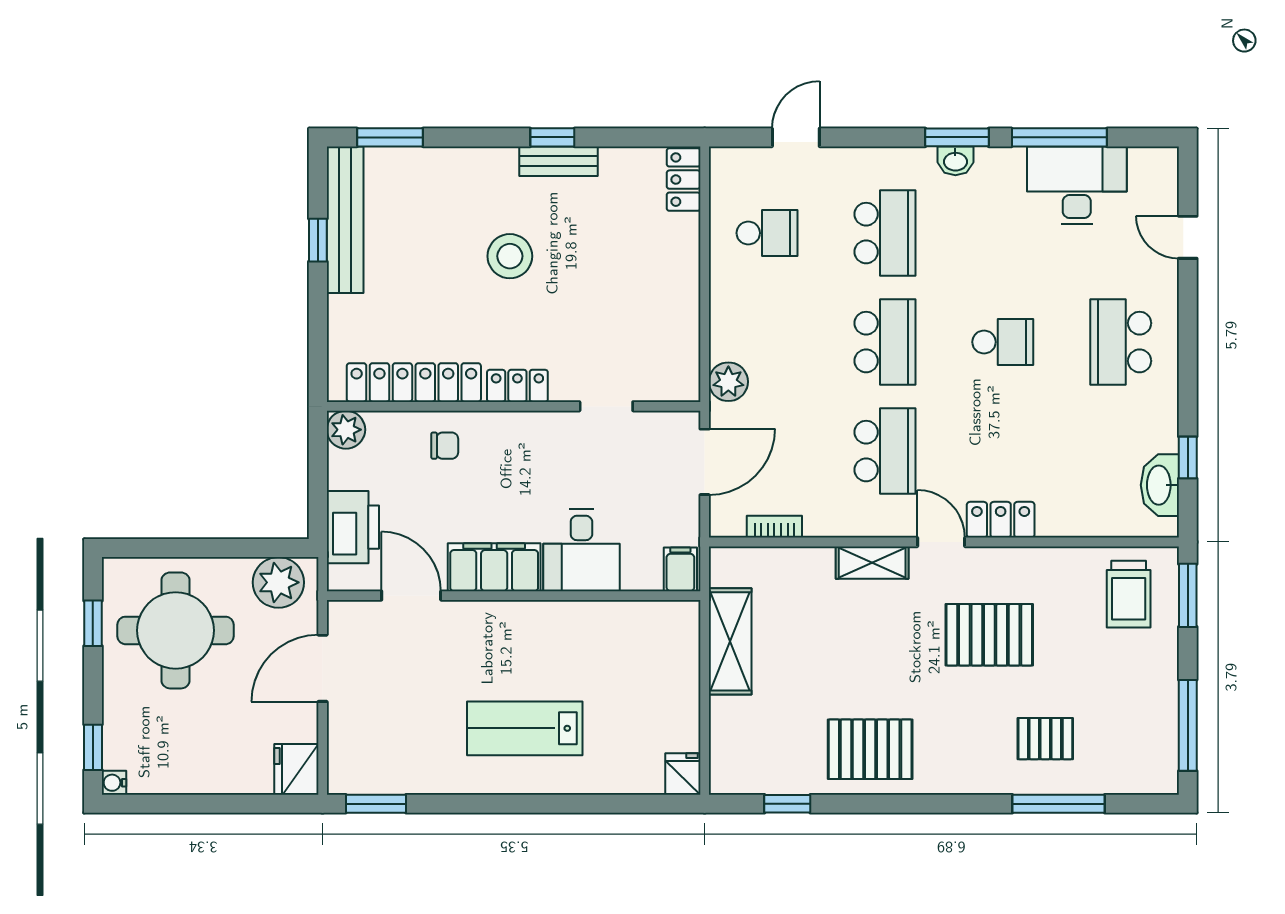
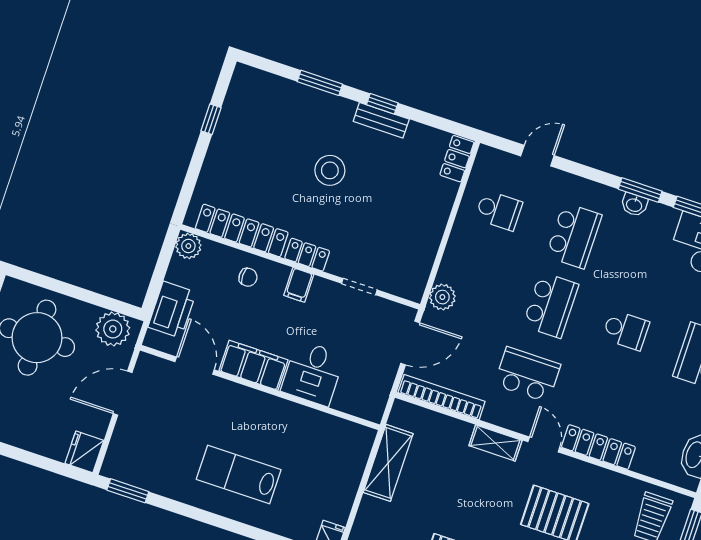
window: (390, 137) -> (320, 83), moved
bench: (345, 220) -> (233, 112), removed
school desk: (885, 451) -> (527, 375), turned -90
locker: (1001, 520) -> (598, 447), width x1.53
bookcase: (774, 527) -> (442, 397), width x2.31, depth x1.31
filing cabinet: (680, 569) -> (299, 285), moved, turned 180

